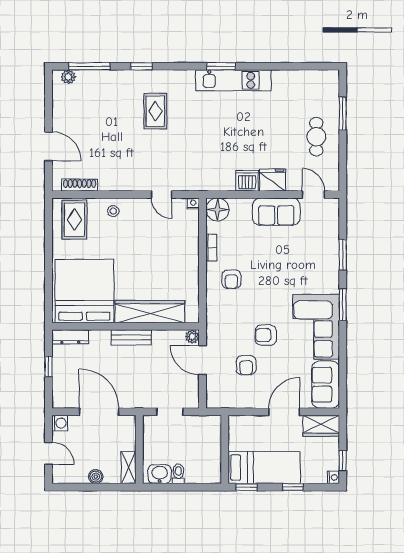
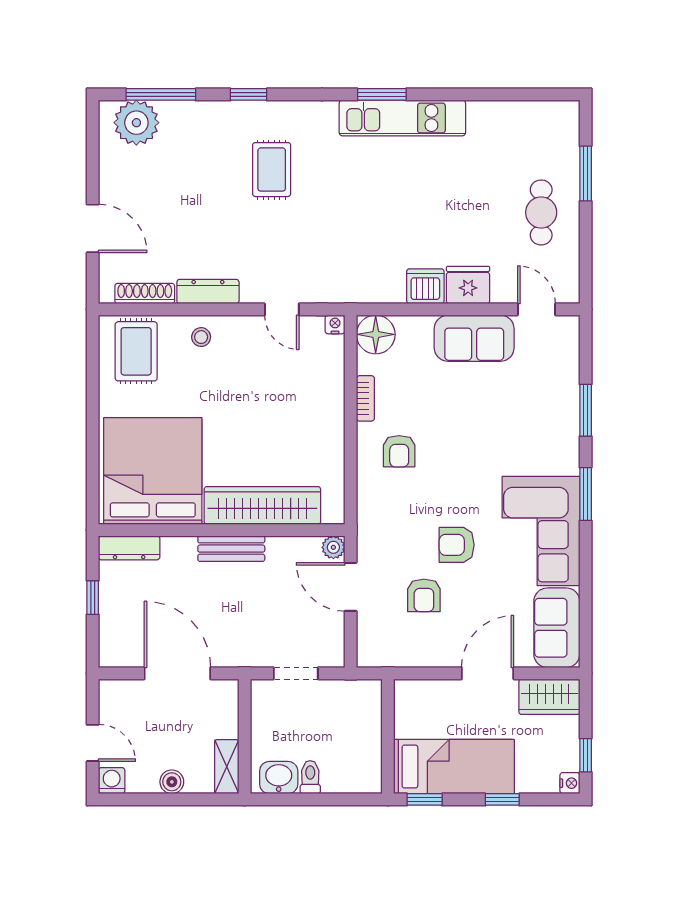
plant: (68, 77) -> (136, 123), width x1.87, depth x1.87
dresser: (117, 184) -> (208, 291), added
washing machine: (60, 423) -> (112, 781), moved, turned -90

